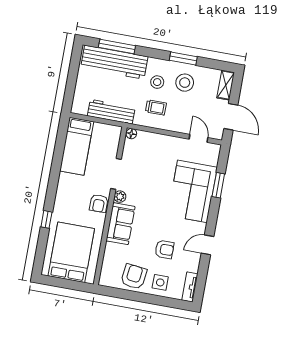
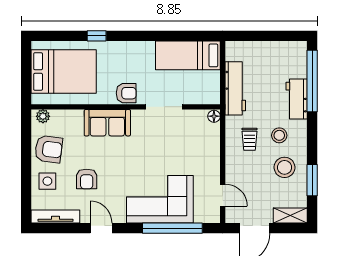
window: (117, 46) -> (312, 81), width x1.46
window: (183, 59) -> (312, 180), moved
workbench: (114, 62) -> (297, 99), width x0.53, depth x0.76
door: (198, 138) -> (223, 195), hinge flipped
window: (218, 185) -> (172, 228), width x2.11
plant: (120, 197) -> (43, 116), moved
armchair: (99, 203) -> (126, 93), turned 180
tv unit: (190, 287) -> (55, 216), width x1.41

